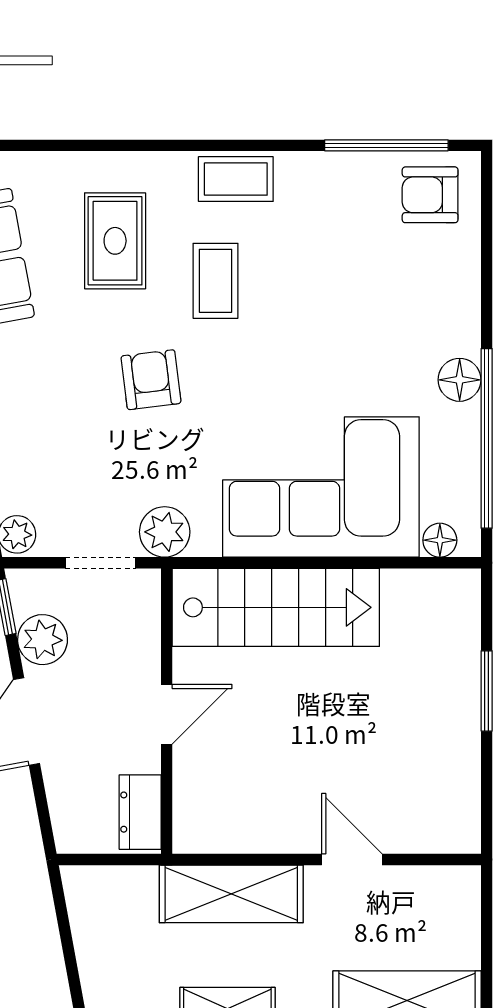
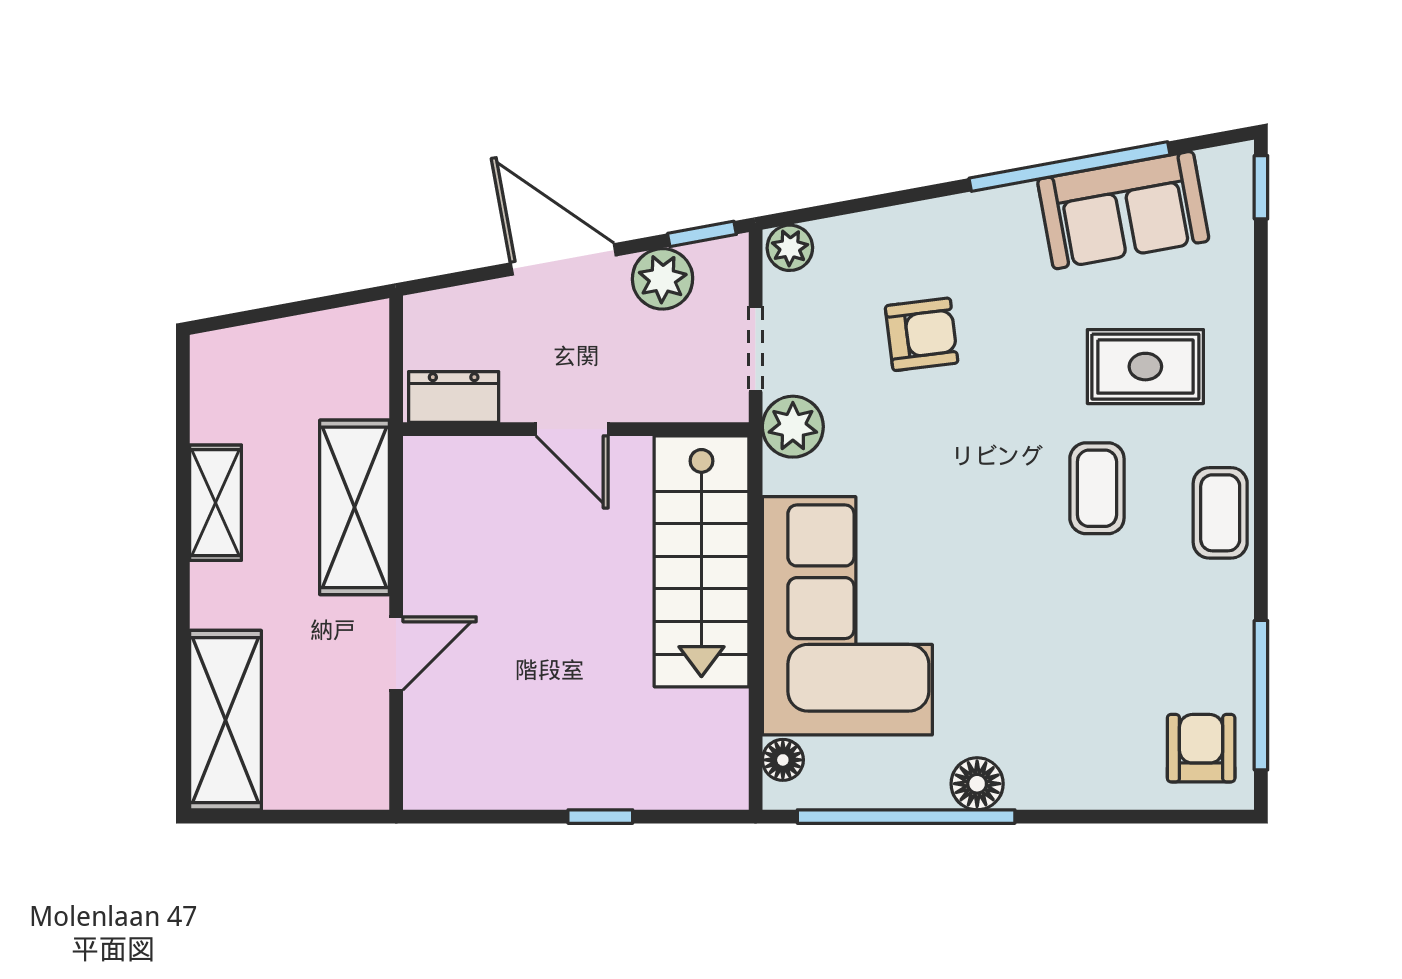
coffee table: (216, 281) -> (1097, 488), turned 90
armchair: (151, 380) -> (922, 334), moved
window: (487, 691) -> (600, 817), width x0.67

